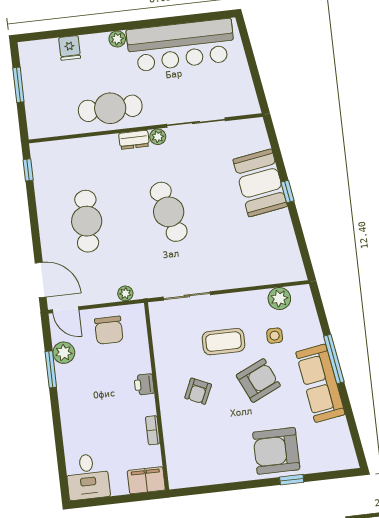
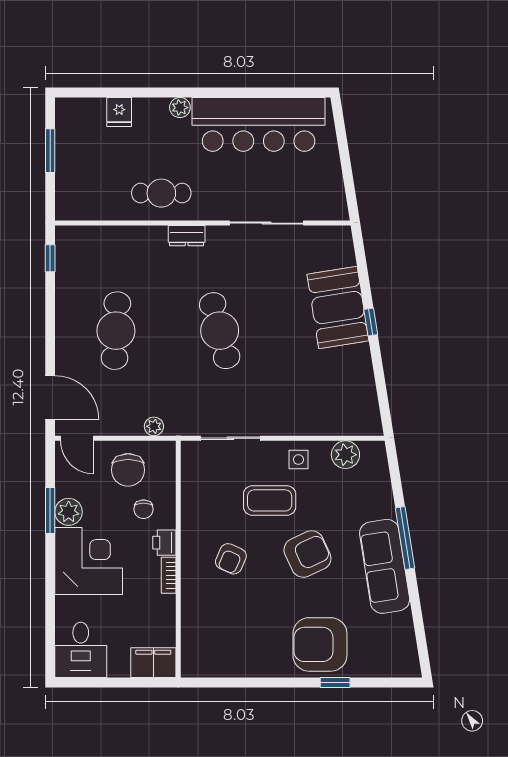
cafe table: (110, 108) -> (161, 193), width x0.73, depth x0.74
plant: (158, 137) -> (217, 235), removed
side table: (275, 336) -> (298, 460), moved
plant: (64, 353) -> (69, 512), moved
chair: (125, 360) -> (143, 509), added
corner desk: (86, 406) -> (89, 561), added
bookcase: (153, 430) -> (169, 575), moved

